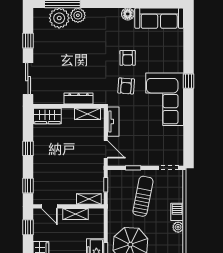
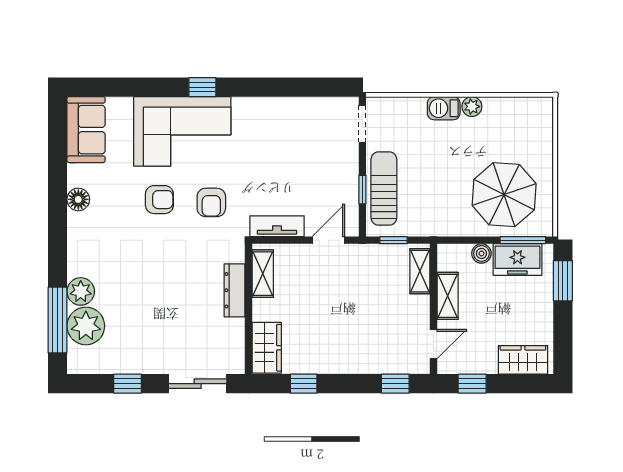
sofa: (159, 18) -> (86, 130), width x0.73
armchair: (126, 86) -> (211, 202), turned 86
corner sofa: (165, 99) -> (182, 131), moved
window: (28, 148) -> (304, 384), moved
sun lounger: (143, 196) -> (384, 188), moved, turned 79
boiler: (98, 232) -> (481, 253), added

